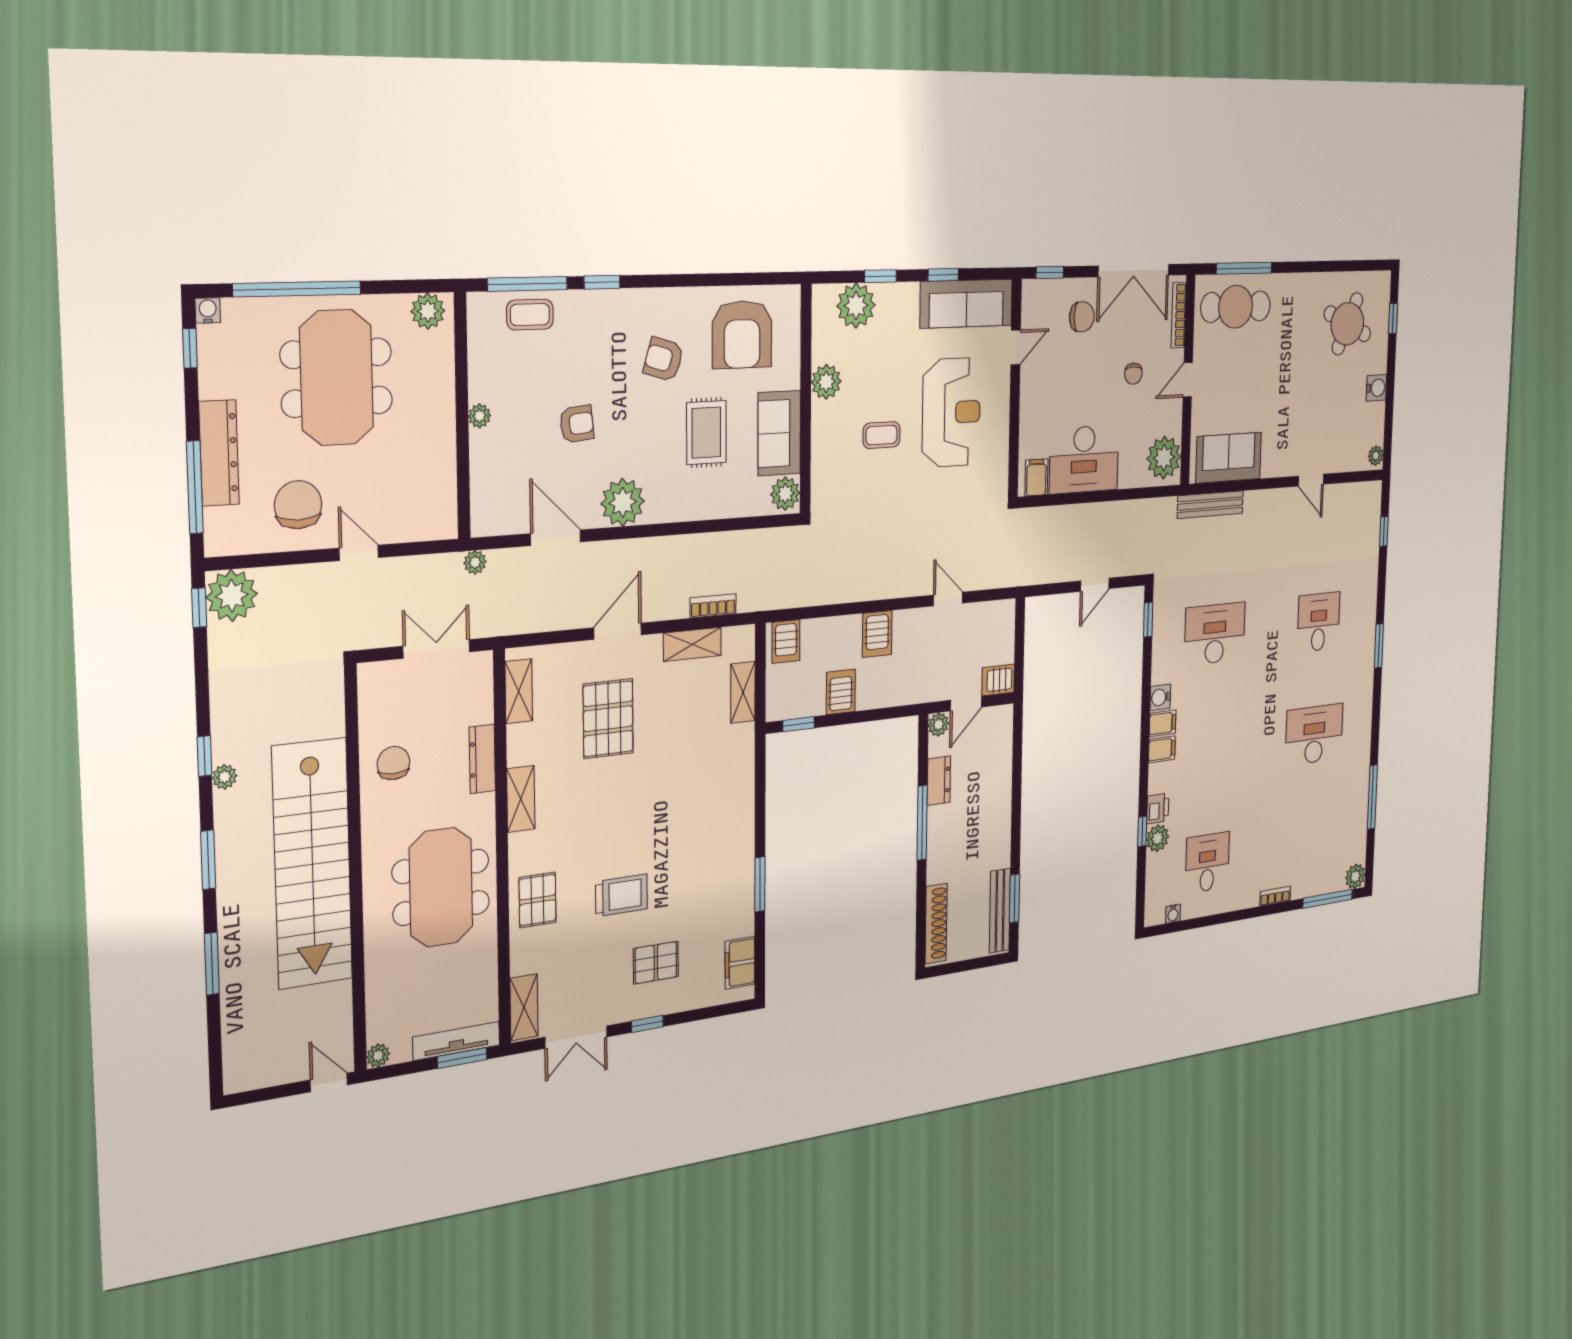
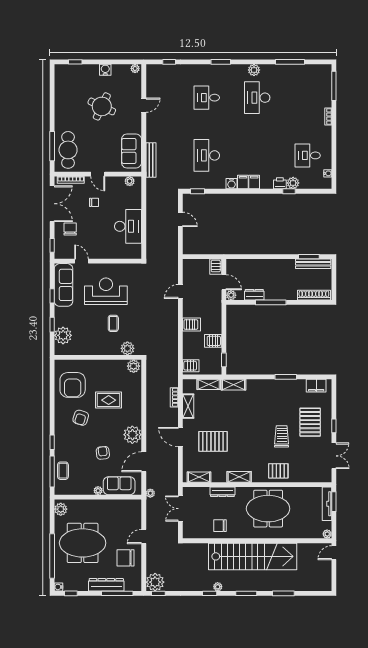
round table: (1347, 324) -> (102, 106), moved
armchair: (742, 335) -> (73, 385), turned 90
plant: (826, 382) -> (127, 348), moved
sofa: (779, 433) -> (119, 486), moved, turned 180
plant: (1164, 458) -> (130, 181), width x0.53, depth x0.53
filing cabinet: (1036, 477) -> (134, 250), removed
plant: (1355, 876) -> (254, 70), moved
pallet: (656, 963) -> (310, 422), width x1.50, depth x1.42
shelving: (524, 1007) -> (233, 385), moved

